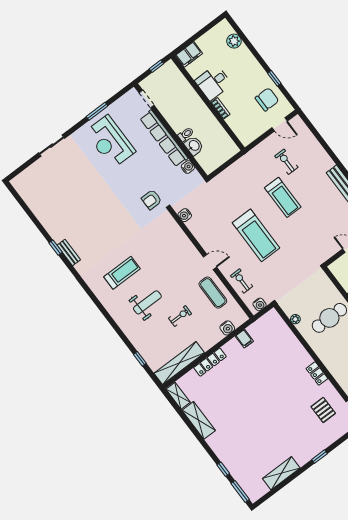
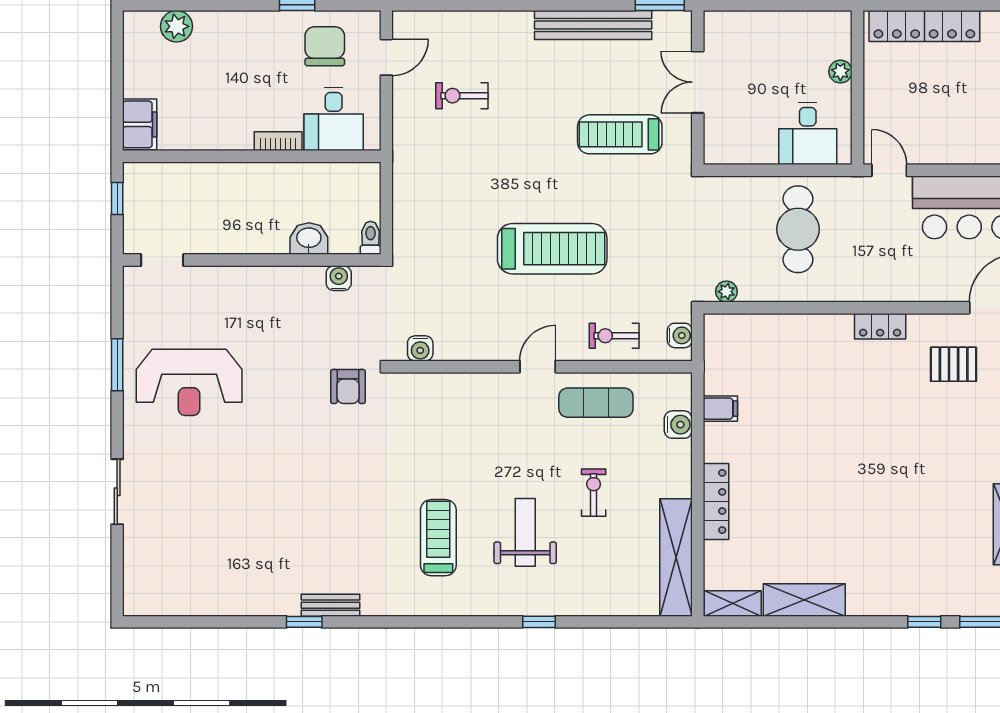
desk: (213, 83) -> (334, 119), moved
toilet: (186, 134) -> (371, 238), moved
row of seats: (164, 138) -> (255, 282), removed
treadmill: (283, 197) -> (620, 134), moved, turned 180
plant: (295, 319) -> (726, 292), moved
window: (140, 359) -> (539, 622), moved

